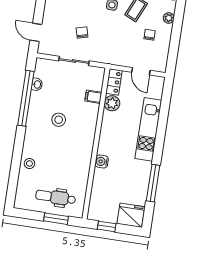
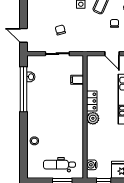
locker: (114, 82) -> (92, 101), moved
plant: (112, 103) -> (93, 118), moved
stool: (59, 120) -> (52, 102), removed
water cooler: (102, 161) -> (92, 165), moved

